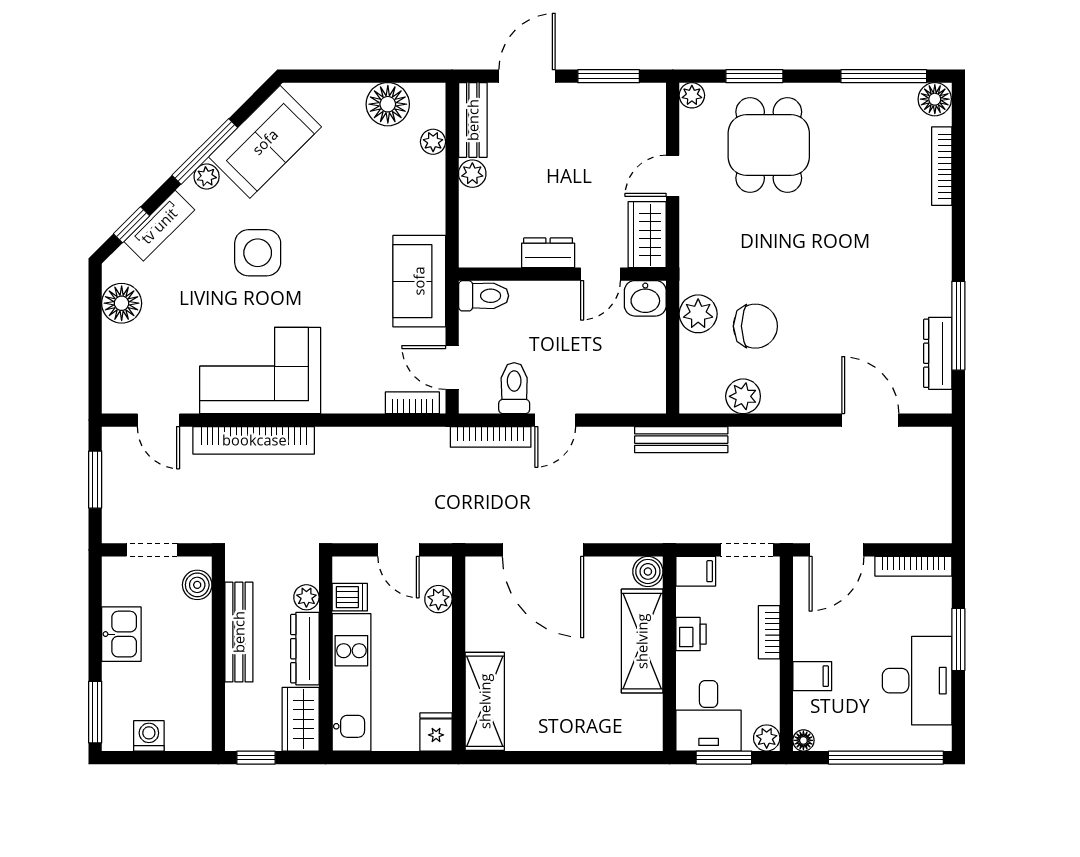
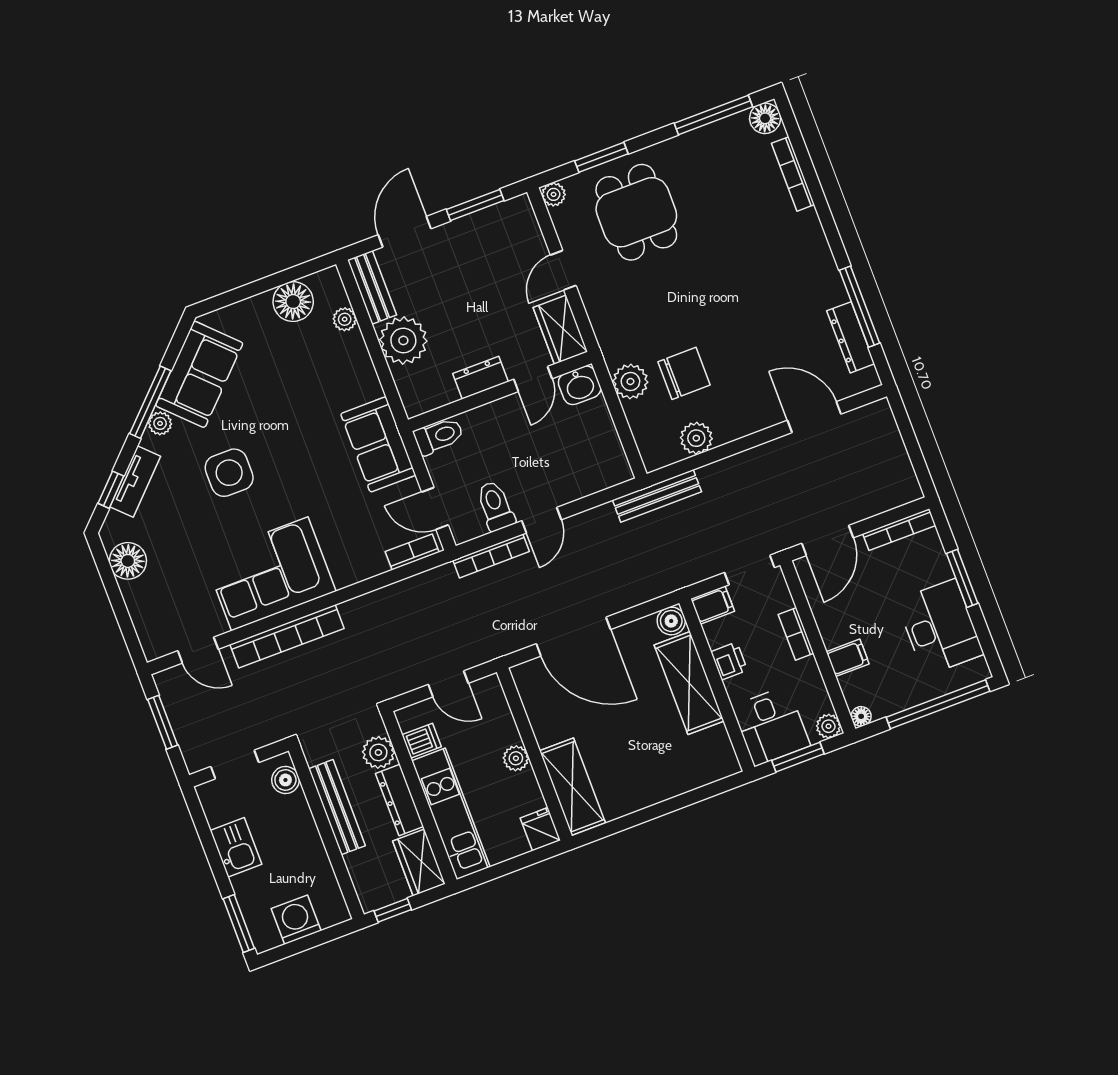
plant: (472, 174) -> (403, 340), width x1.88, depth x1.88
plant: (306, 597) -> (378, 752), width x1.38, depth x1.38
plant: (438, 599) -> (516, 758), moved
washing machine: (149, 736) -> (296, 920), width x1.38, depth x1.38

